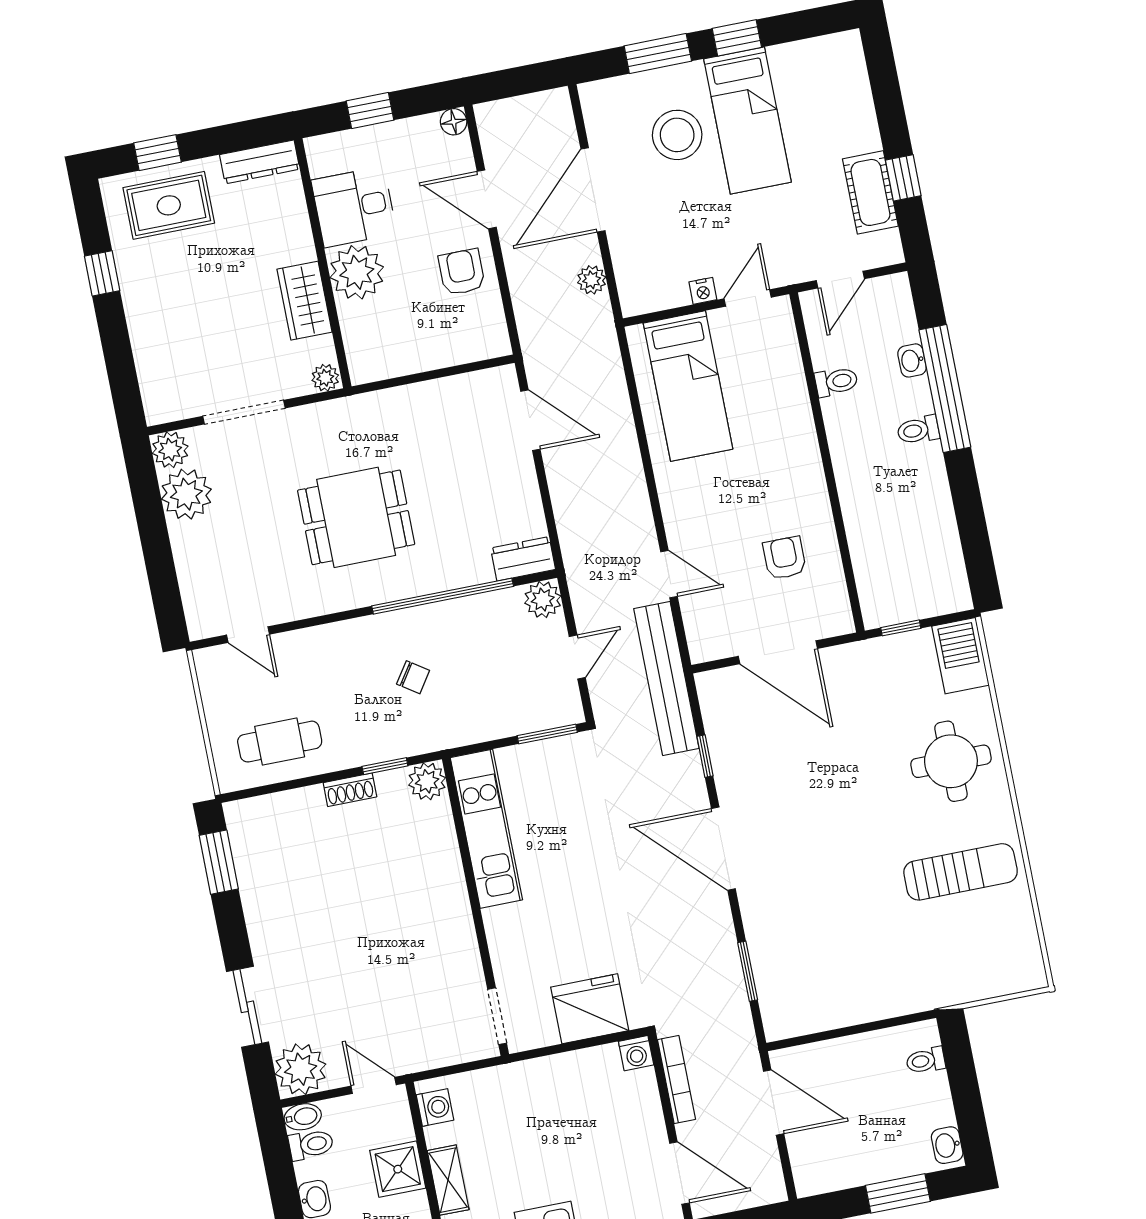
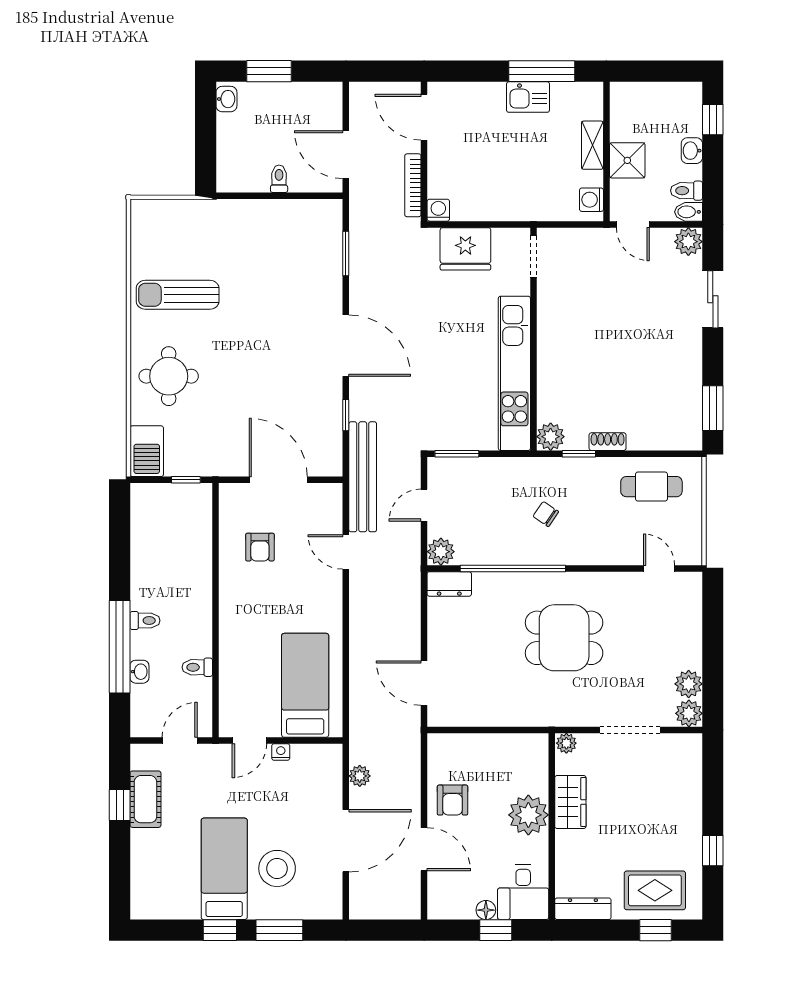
floor lamp: (454, 122) -> (486, 910), moved
desk: (354, 207) -> (523, 892), moved, turned 90
plant: (186, 494) -> (689, 684), width x0.73, depth x0.73
kitchen unit: (486, 829) -> (514, 373), width x1.36
toilet: (926, 1060) -> (279, 179), moved, turned -90
plant: (301, 1069) -> (688, 242), width x0.73, depth x0.73

